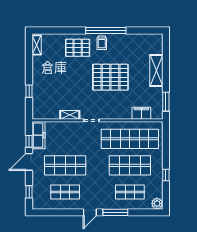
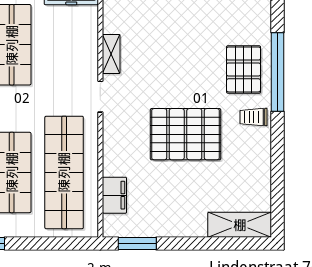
window: (106, 31) -> (278, 72), moved
shelving: (156, 70) -> (240, 225), moved
pallet: (110, 77) -> (186, 134), turned 90

